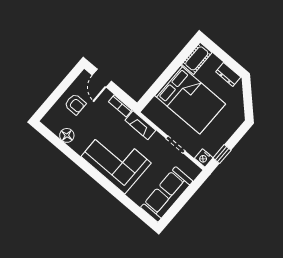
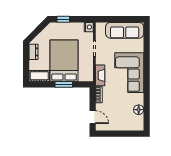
window: (164, 77) -> (64, 84), added
door: (102, 78) -> (93, 117), hinge flipped
armchair: (75, 104) -> (118, 119), removed
window: (222, 154) -> (63, 19), moved

